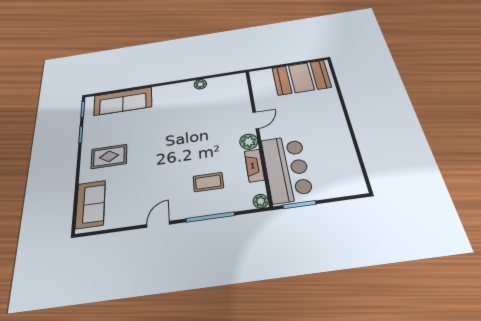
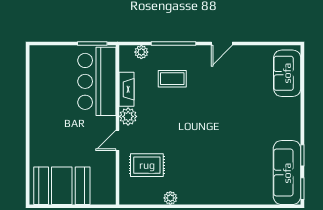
sofa: (123, 101) -> (287, 173), moved, turned -90
rug: (109, 156) -> (147, 165), moved
plant: (261, 201) -> (141, 52), moved

